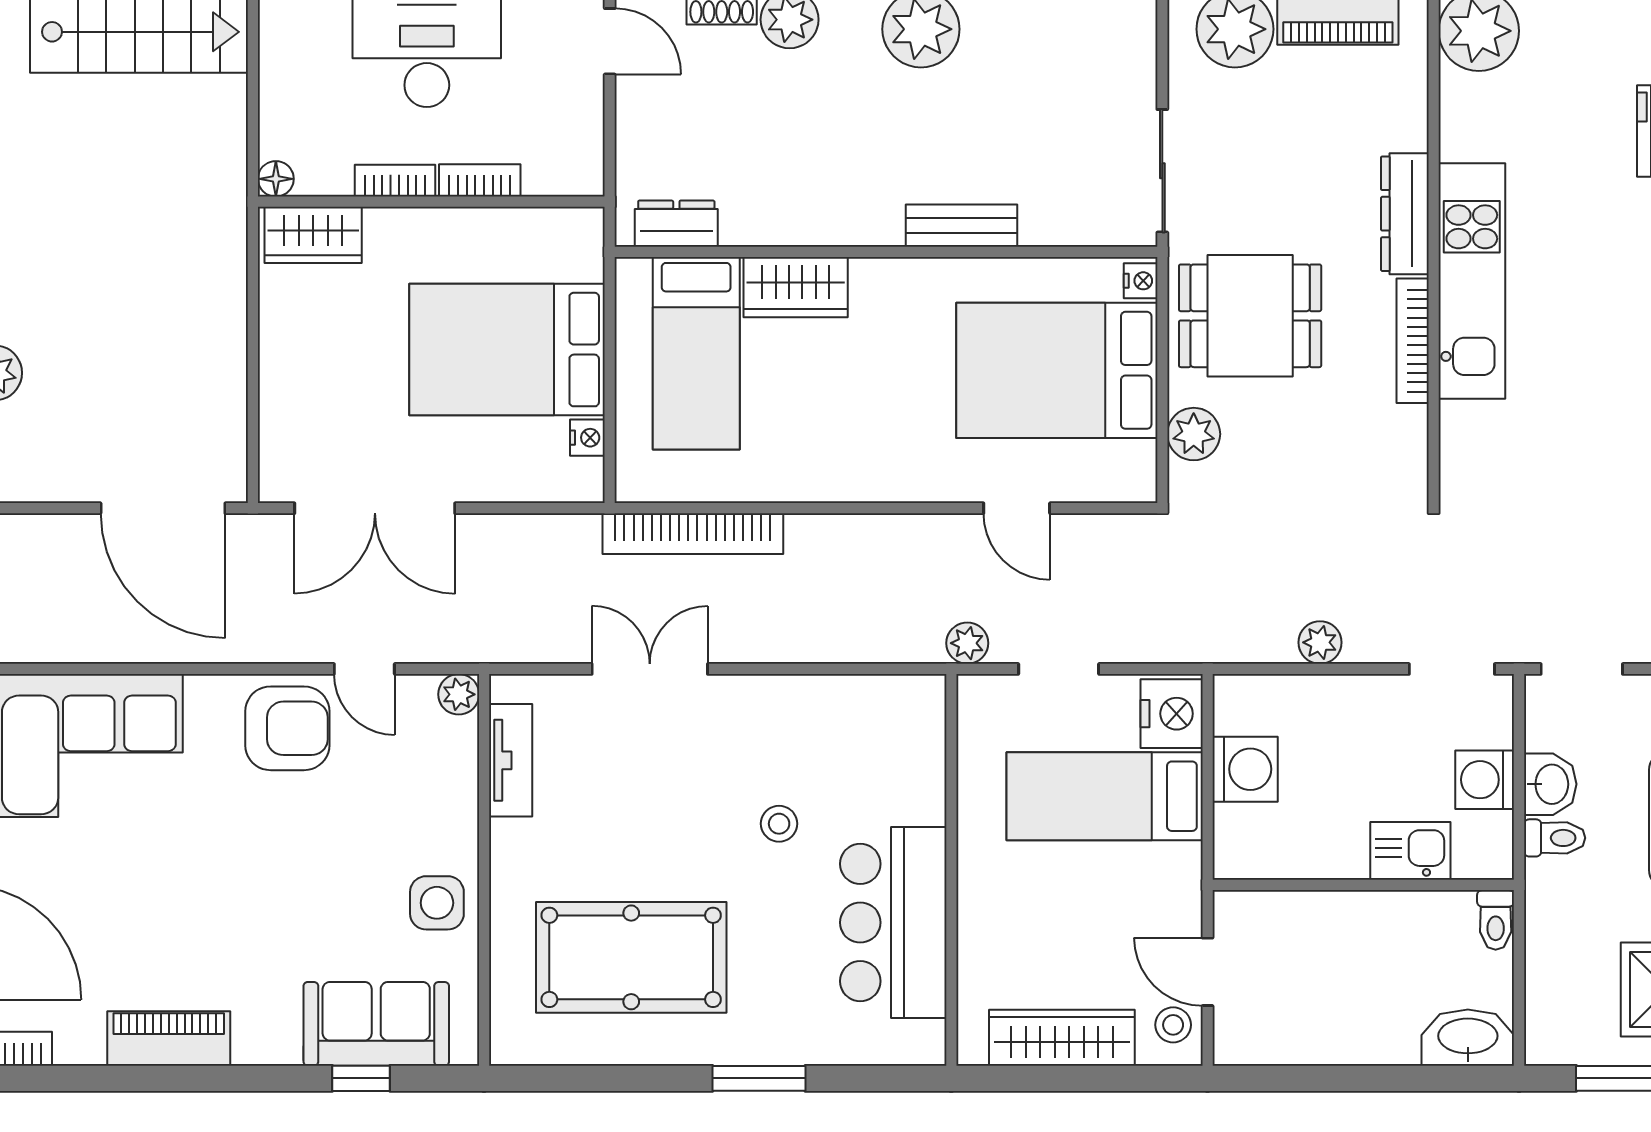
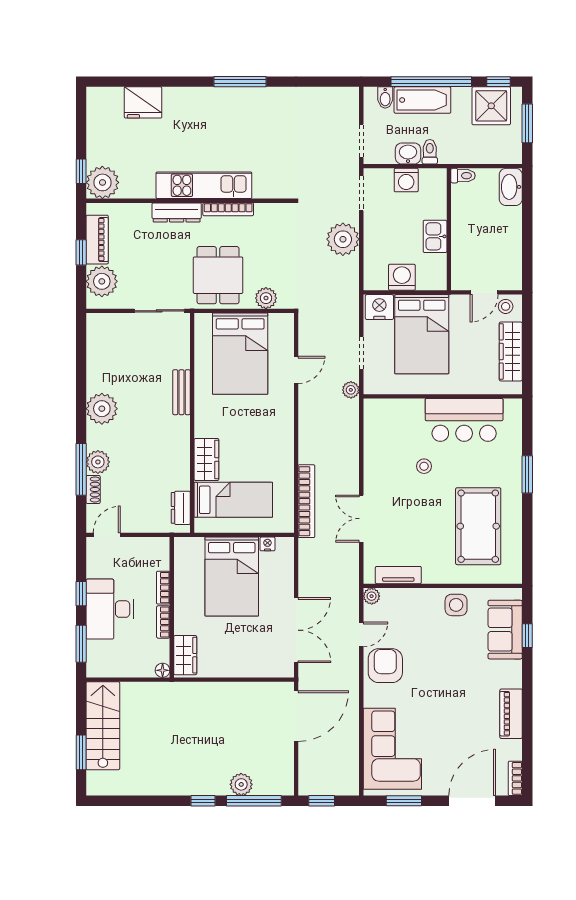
nightstand: (1141, 281) -> (204, 320), removed
plant: (1320, 642) -> (343, 239), width x1.87, depth x1.87
bed: (1105, 796) -> (422, 334), width x1.50
kitchen sink: (1410, 851) -> (435, 236), moved

